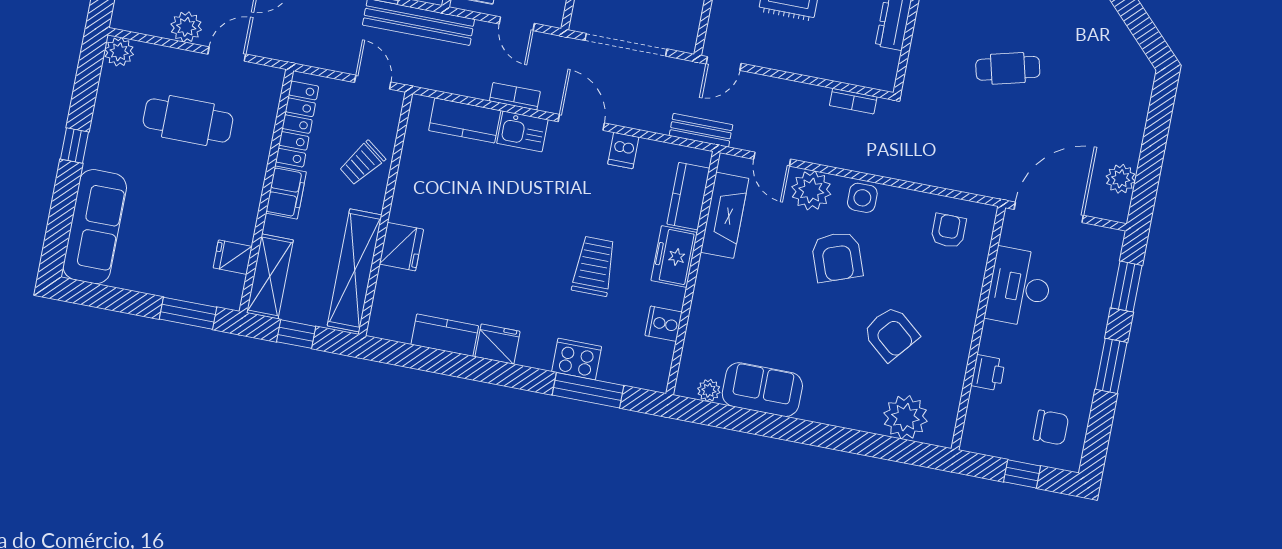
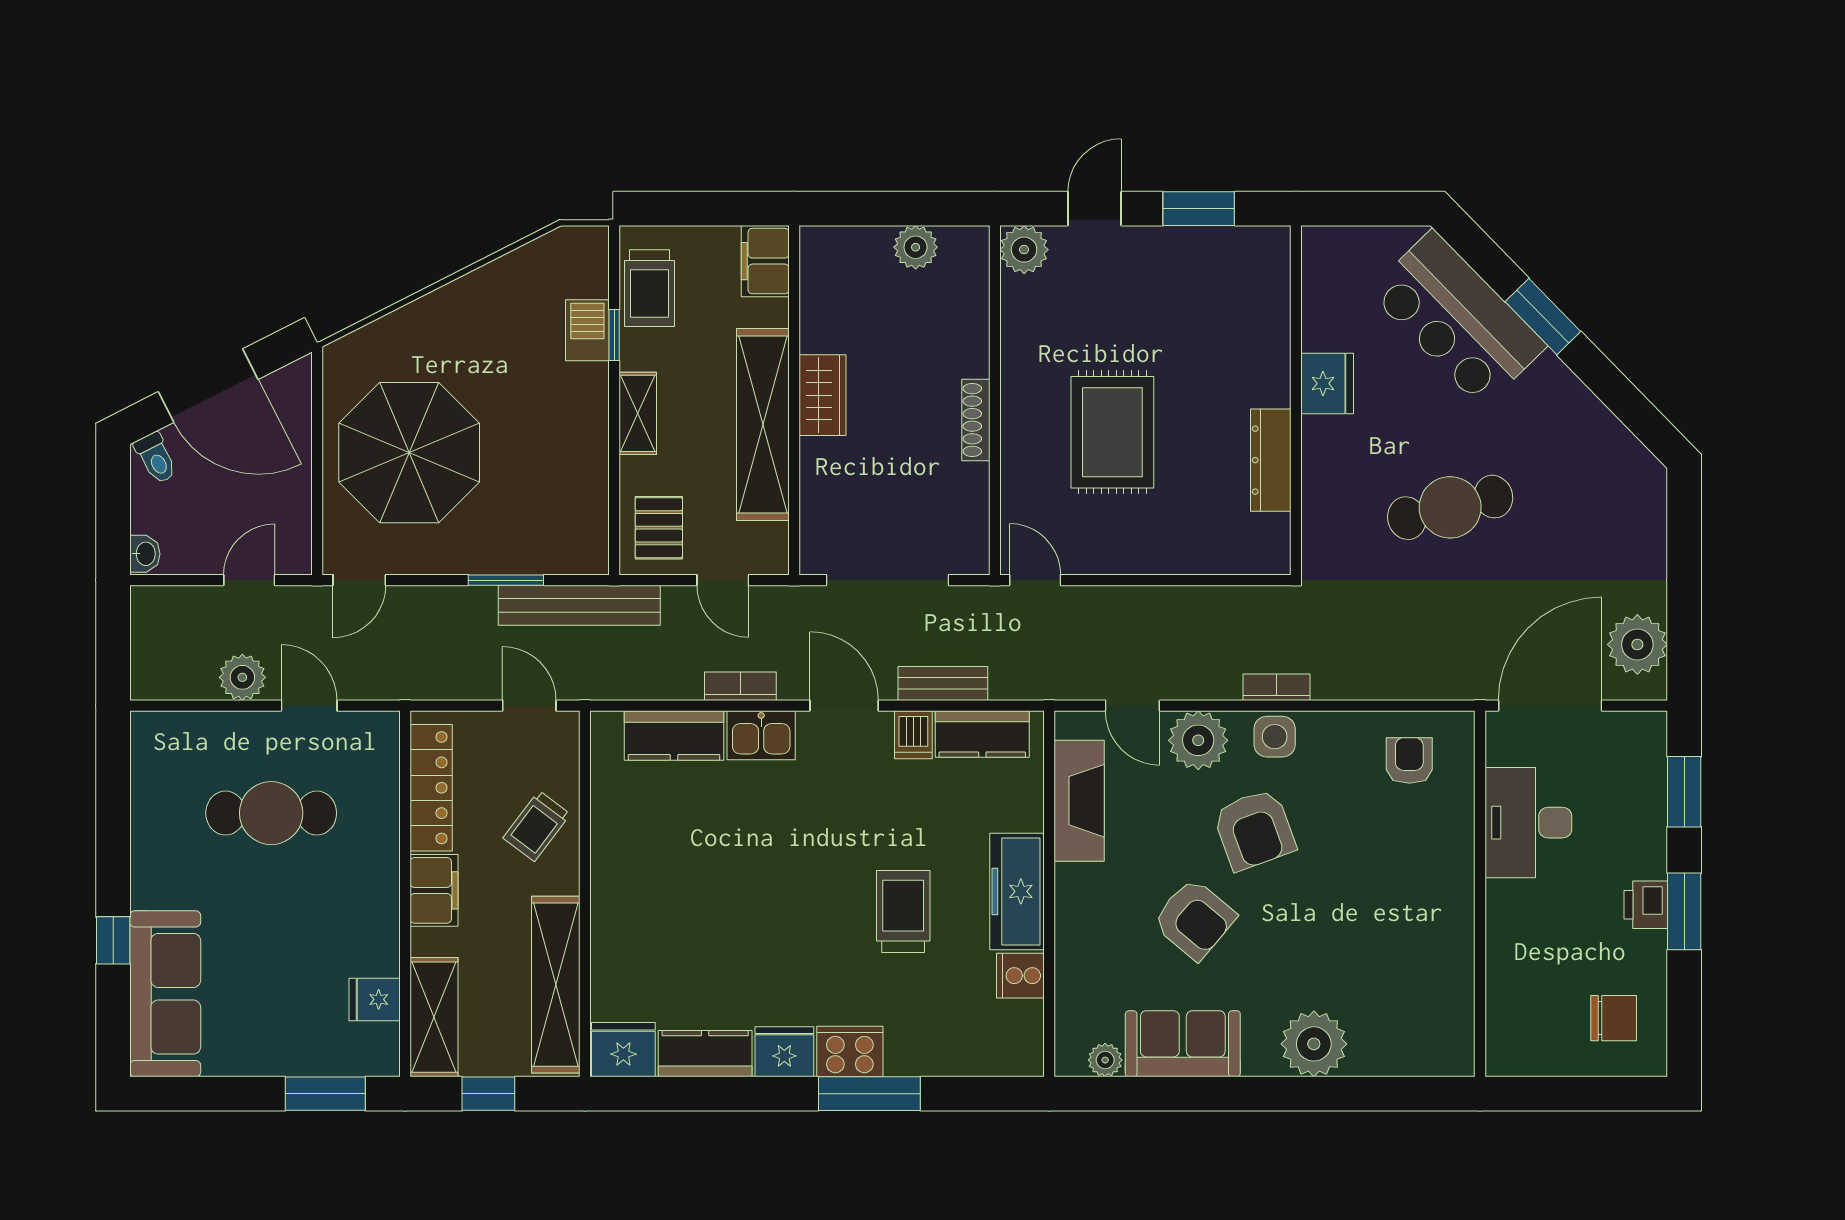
plant: (119, 52) -> (152, 732), removed
door: (227, 54) -> (309, 706), hinge flipped
door: (724, 64) -> (1035, 580), swing flipped
cafe table: (1008, 68) -> (1450, 507), width x1.37, depth x1.35
bookcase: (853, 101) -> (1277, 687), moved, turned 180
bench: (701, 130) -> (943, 683), moved
window: (75, 146) -> (113, 940), moved
plant: (1121, 179) -> (1637, 644), width x1.36, depth x1.36
kitchen counter: (688, 196) -> (982, 734), moved, turned -90
fridge: (401, 247) -> (623, 1050), moved, turned -90
freezer: (674, 256) -> (1017, 891), width x1.40
armchair: (891, 334) -> (1194, 919), moved
cooker: (577, 359) -> (850, 1051), moved
printer: (988, 373) -> (1646, 905), moved, turned 180
window: (588, 390) -> (869, 1094), moved
plant: (905, 417) -> (1314, 1044), moved
window: (1022, 474) -> (1584, 1094), removed

